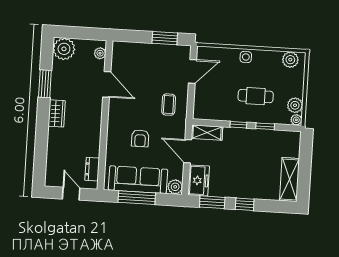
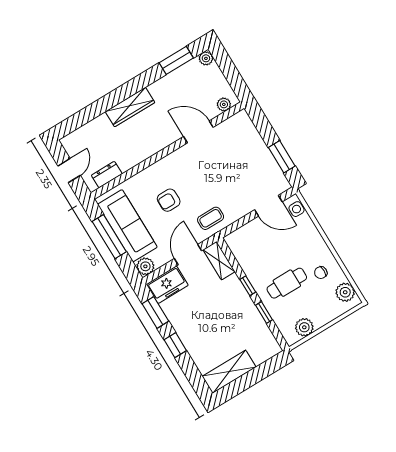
plant: (64, 49) -> (206, 58), width x0.53, depth x0.53
side table: (246, 57) -> (297, 209), moved
chair: (265, 67) -> (321, 273), added
window: (45, 84) -> (176, 60), moved
door: (107, 84) -> (198, 132), swing flipped
cafe table: (256, 96) -> (287, 283), turned 90
coffee table: (169, 105) -> (211, 218), moved
wardrobe: (57, 113) -> (130, 107), width x1.50
plant: (296, 120) -> (291, 338), removed

